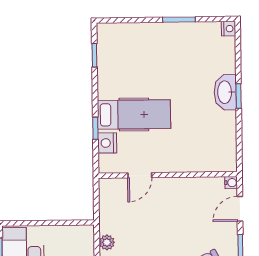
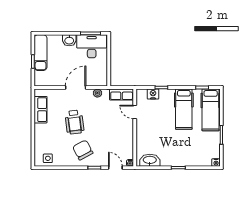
hospital bed: (134, 39) -> (211, 110), added
washbasin: (225, 92) -> (150, 160), moved
hospital bed: (134, 115) -> (184, 109), moved
row of seats: (109, 199) -> (122, 94), added

